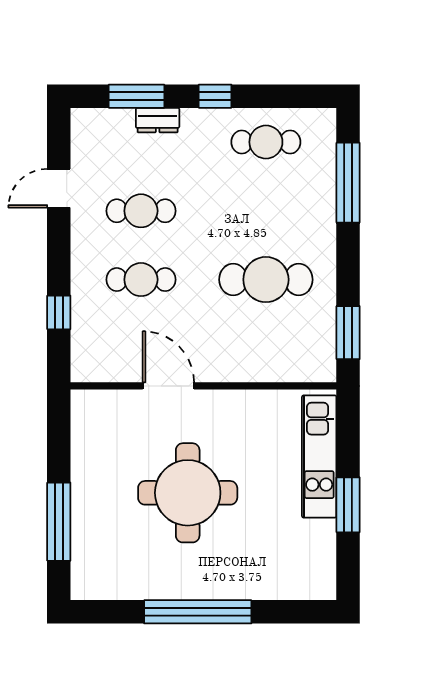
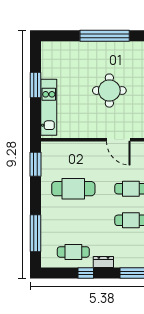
window: (215, 96) -> (86, 273), moved
dresser: (158, 120) -> (103, 262), moved
round table: (188, 493) -> (109, 91), width x0.73, depth x0.73

